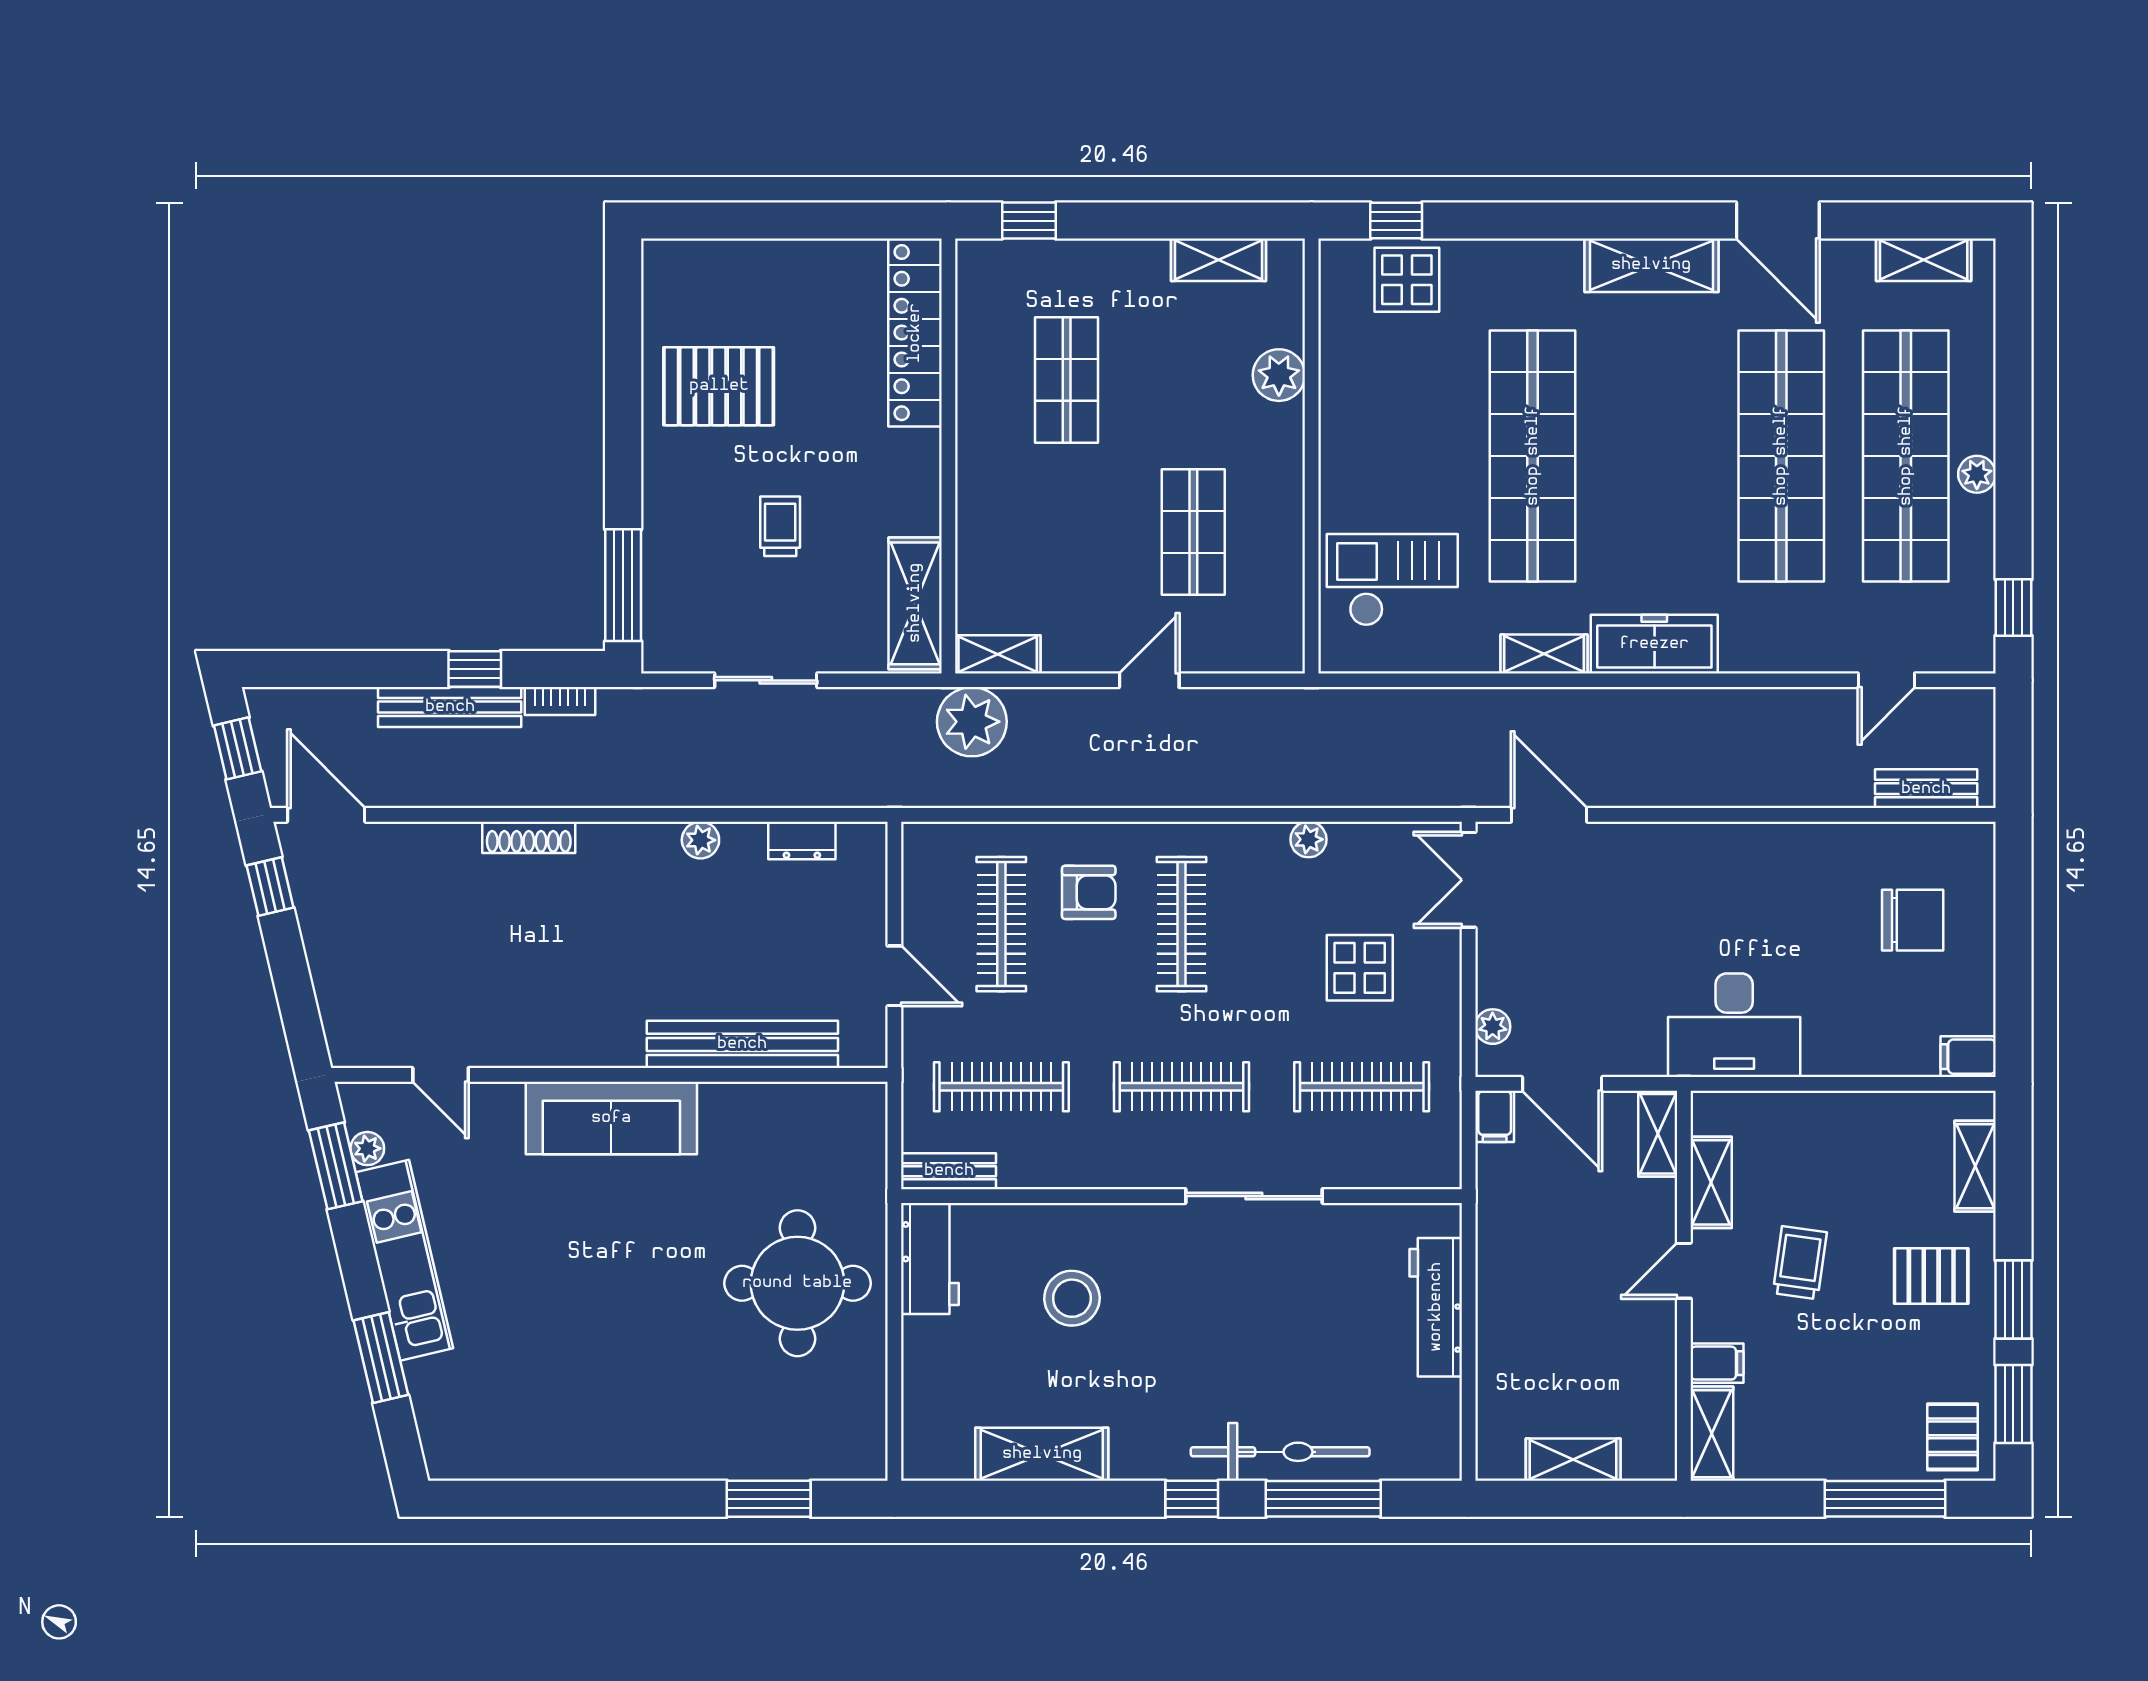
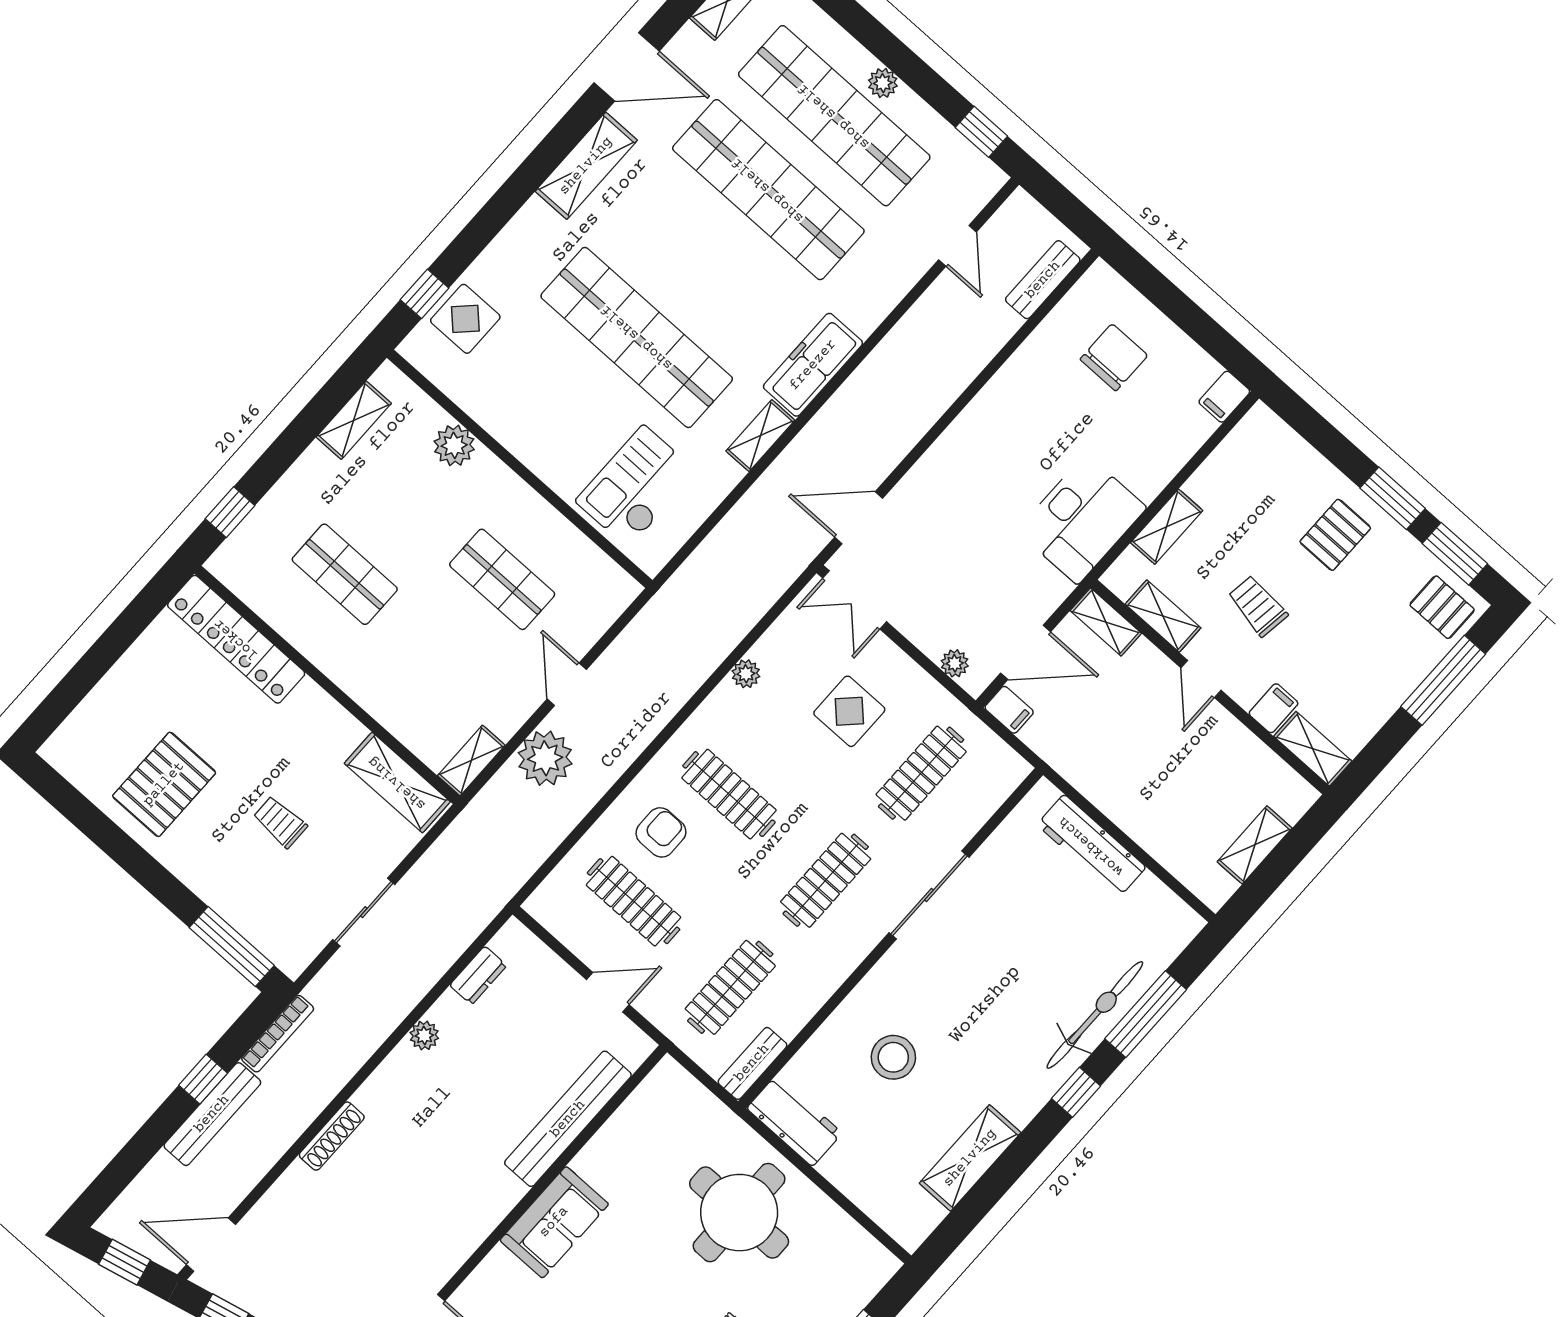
bookcase: (560, 701) -> (278, 1034), width x1.56
plant: (972, 722) -> (545, 758), moved
sofa: (611, 1118) -> (554, 1222), width x0.73
shelving: (1975, 1166) -> (1167, 527), moved, turned 90

